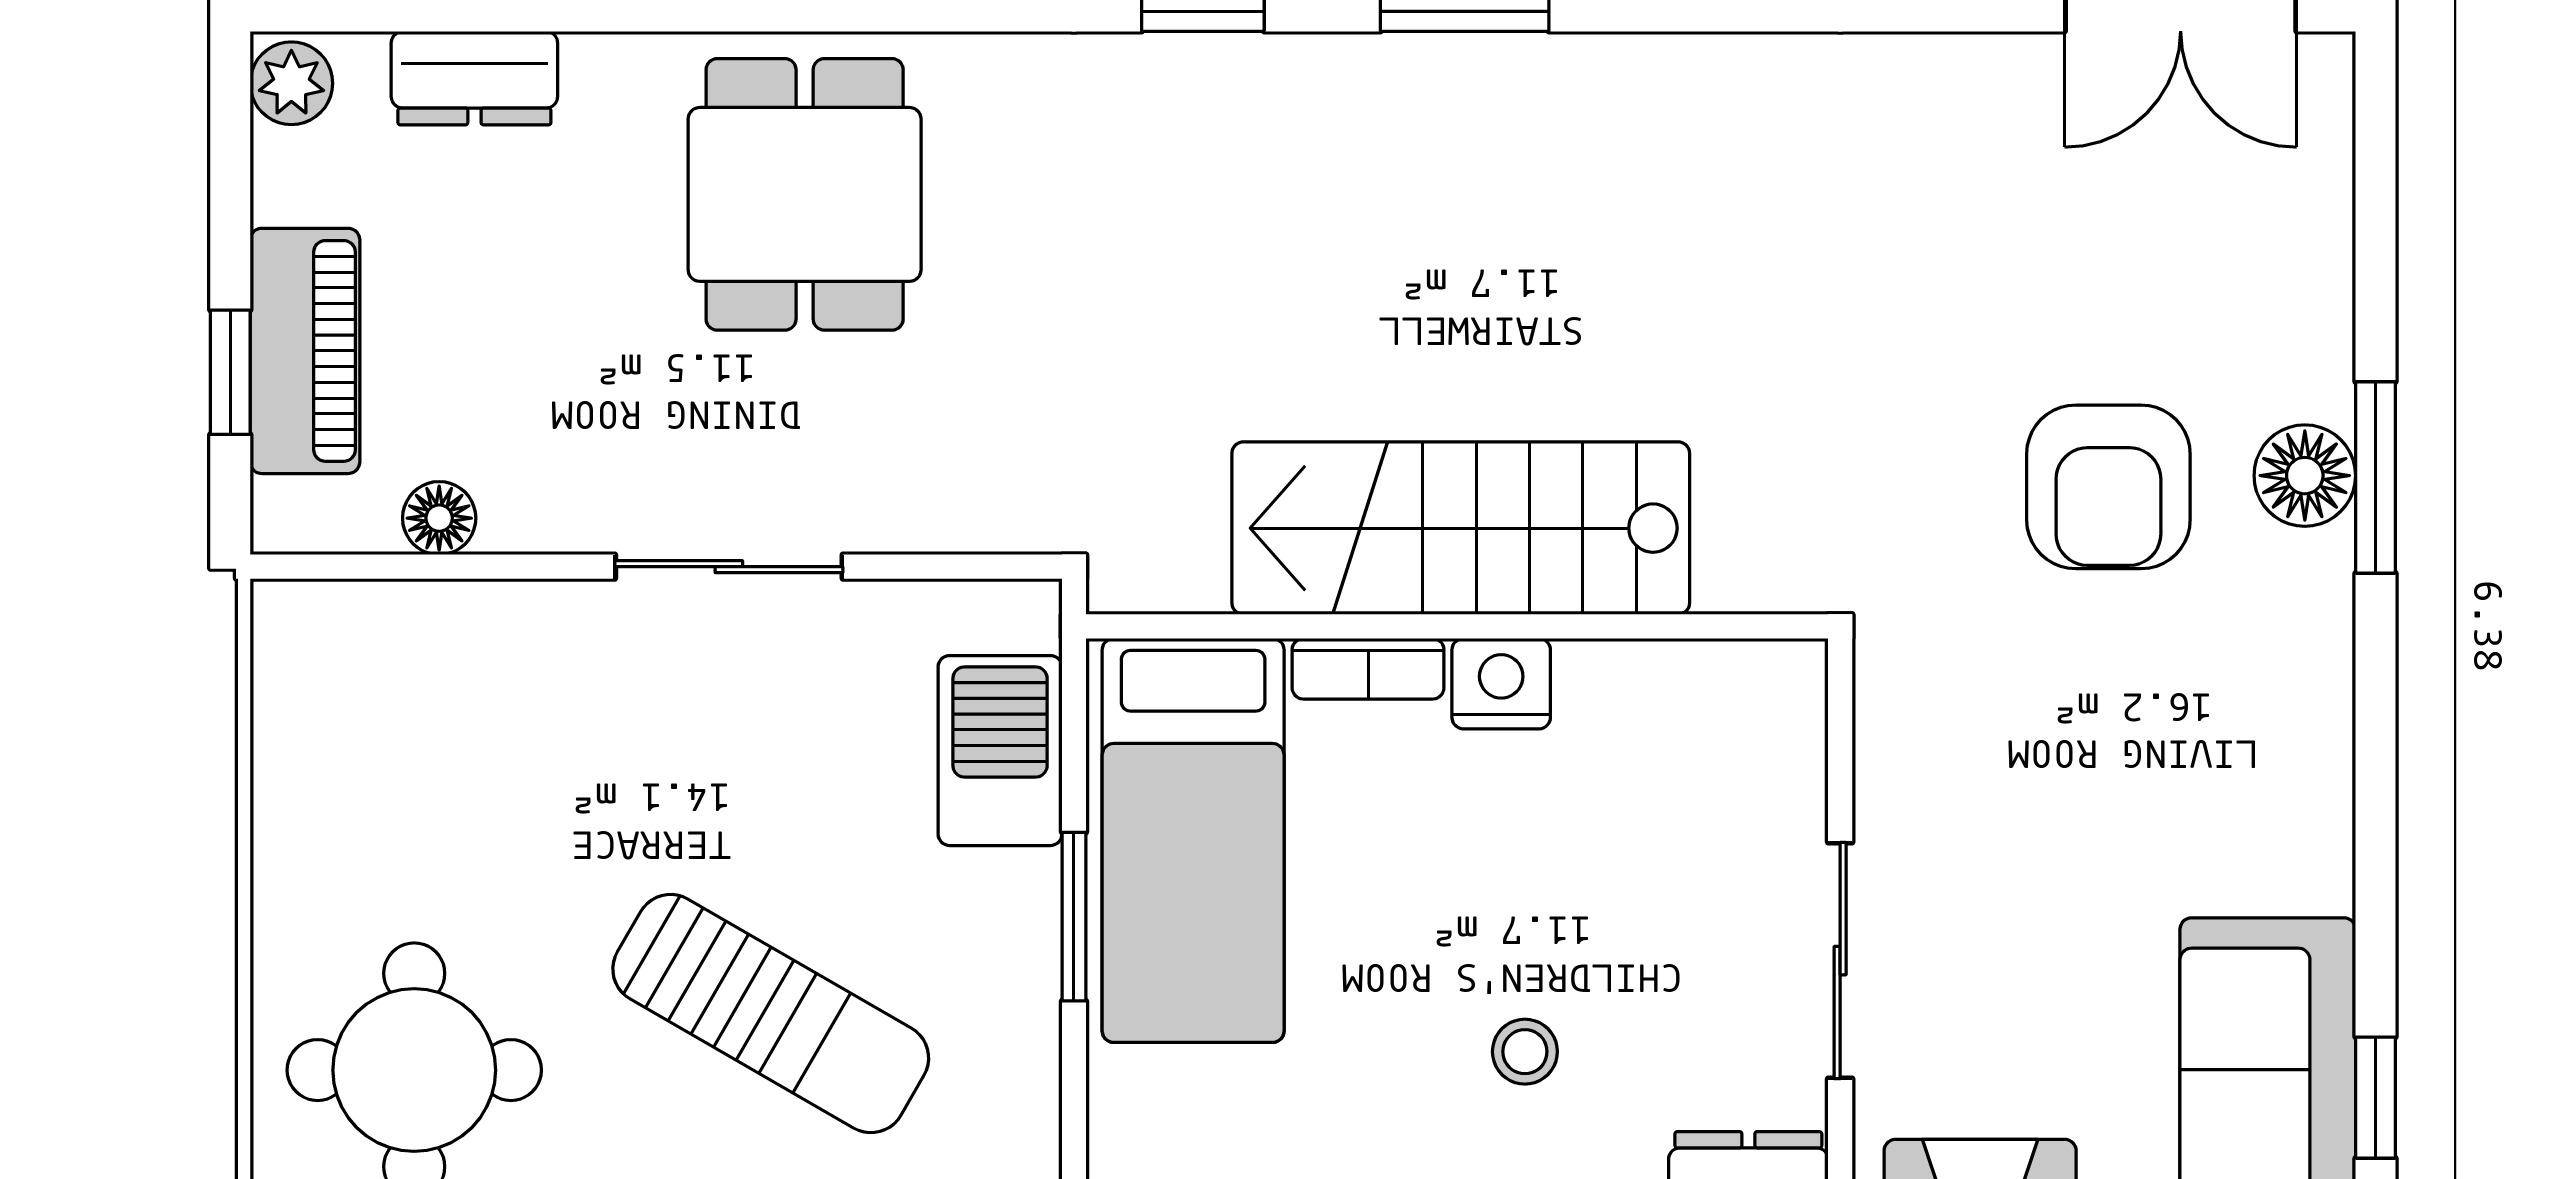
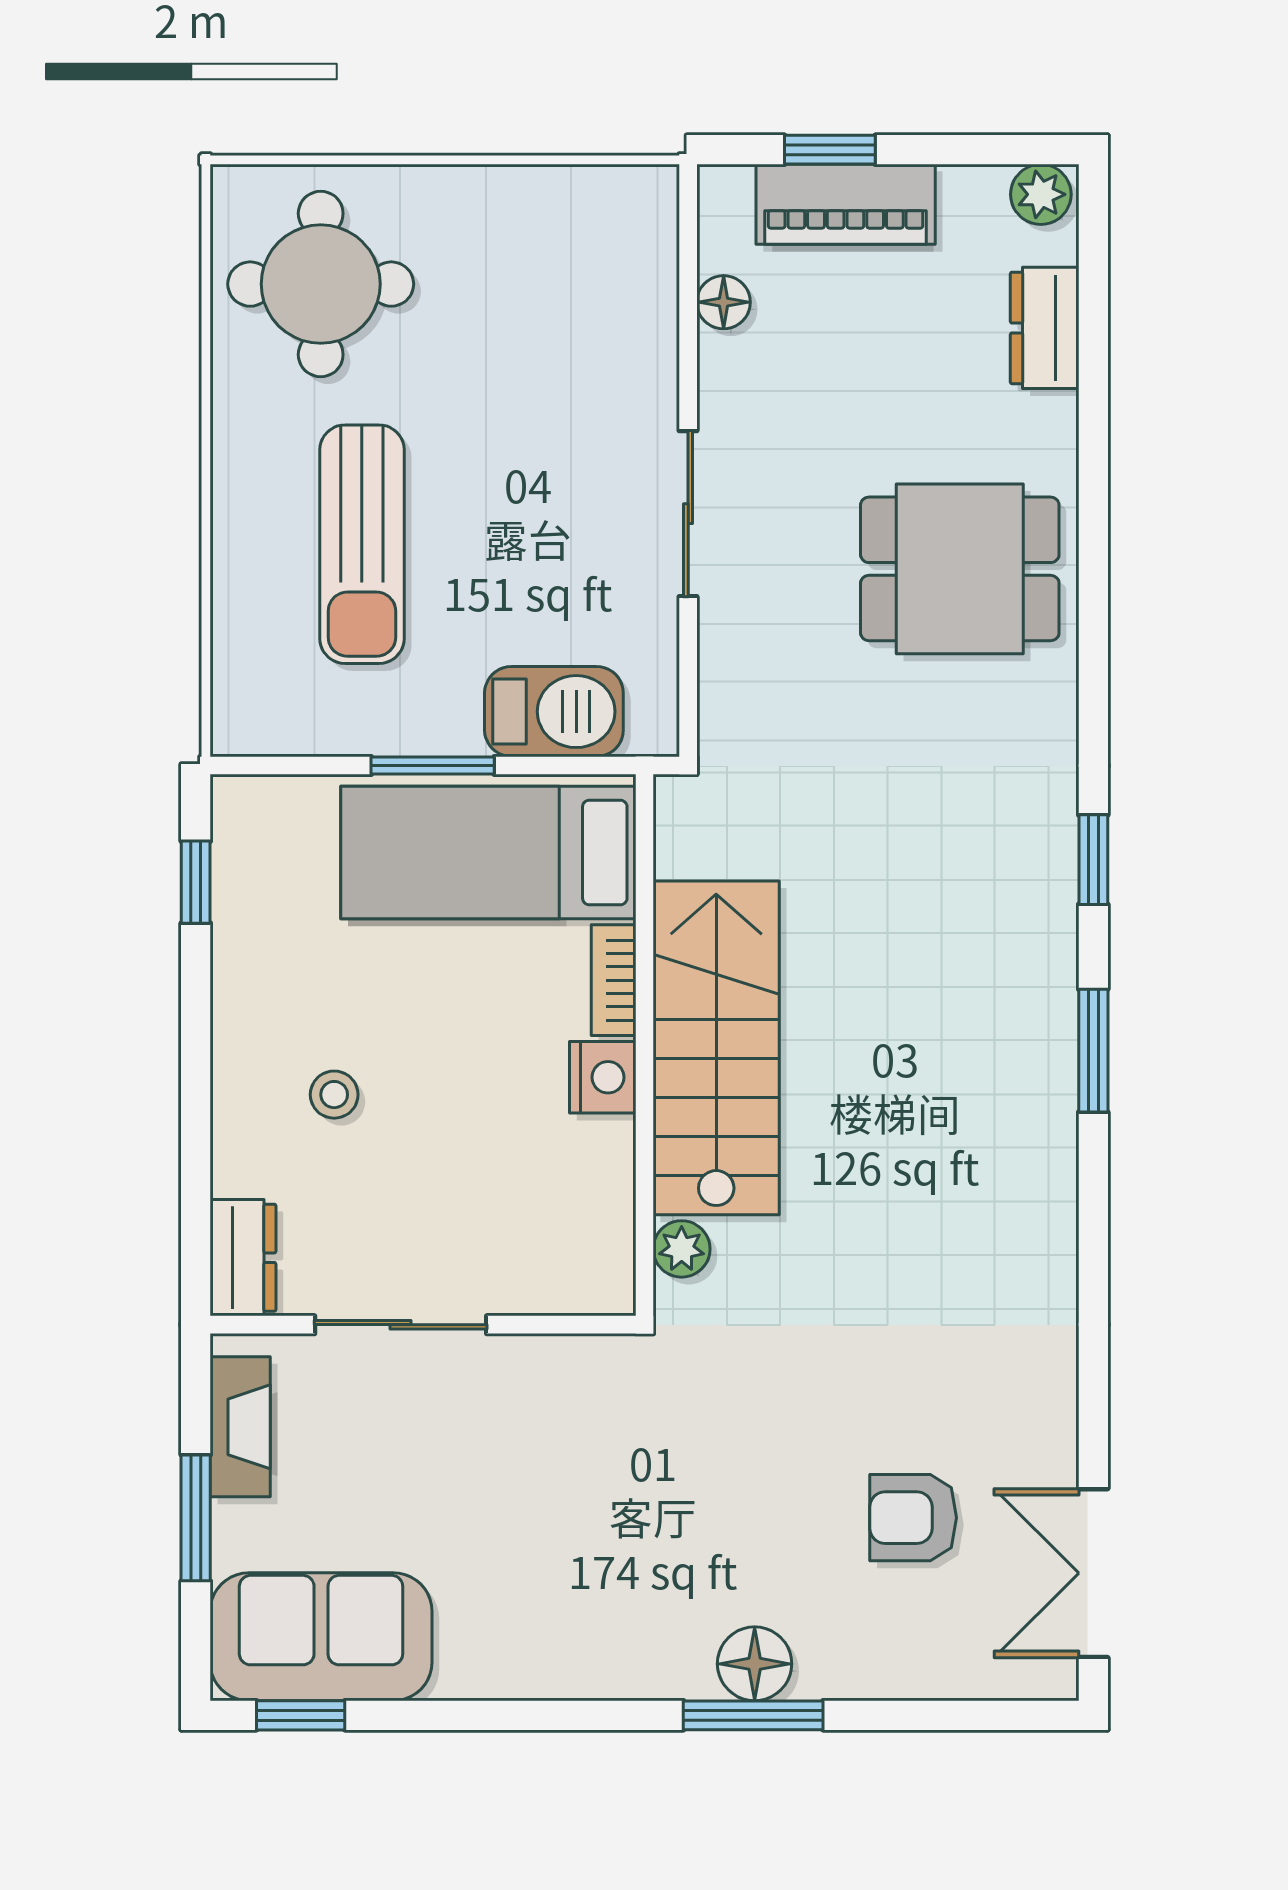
armchair: (2108, 487) -> (913, 1518), moved, width x0.72, depth x0.72
plant: (1736, 576) -> (682, 1249), added
sun lounger: (771, 1014) -> (362, 544), turned -30

